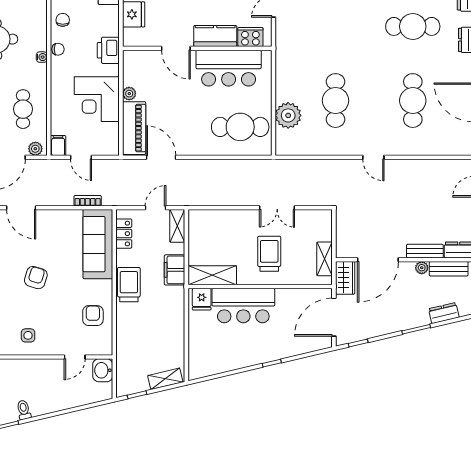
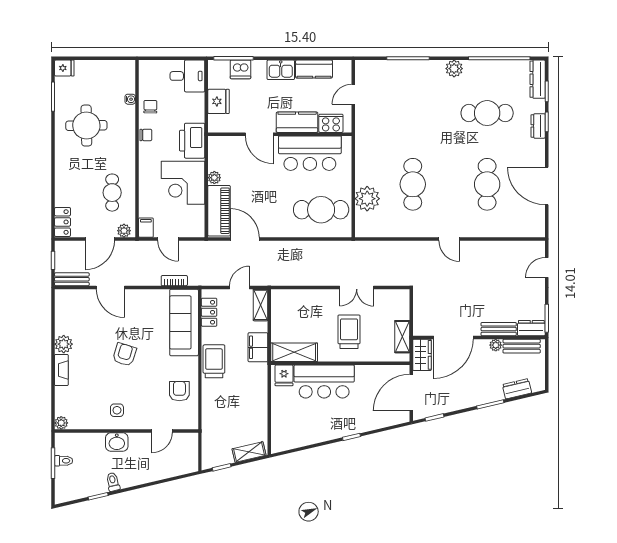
printer: (108, 50) -> (192, 141), width x1.37, depth x1.19
water cooler: (42, 57) -> (130, 99), moved
washbasin: (103, 370) -> (117, 442), moved, turned -90

